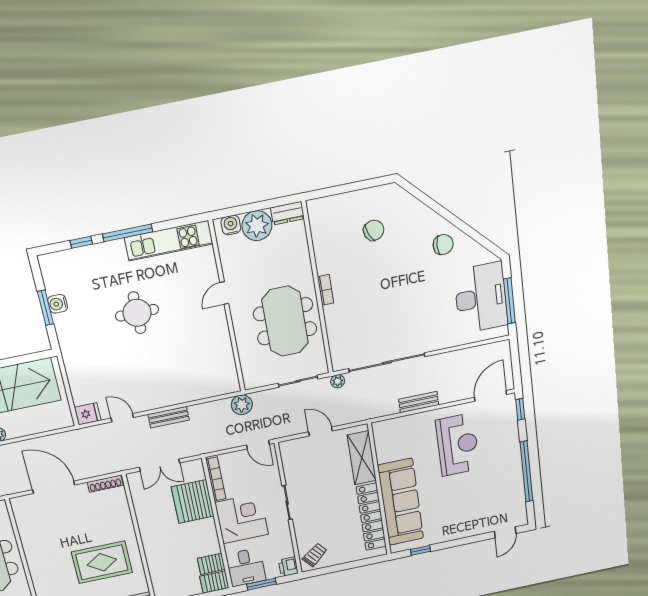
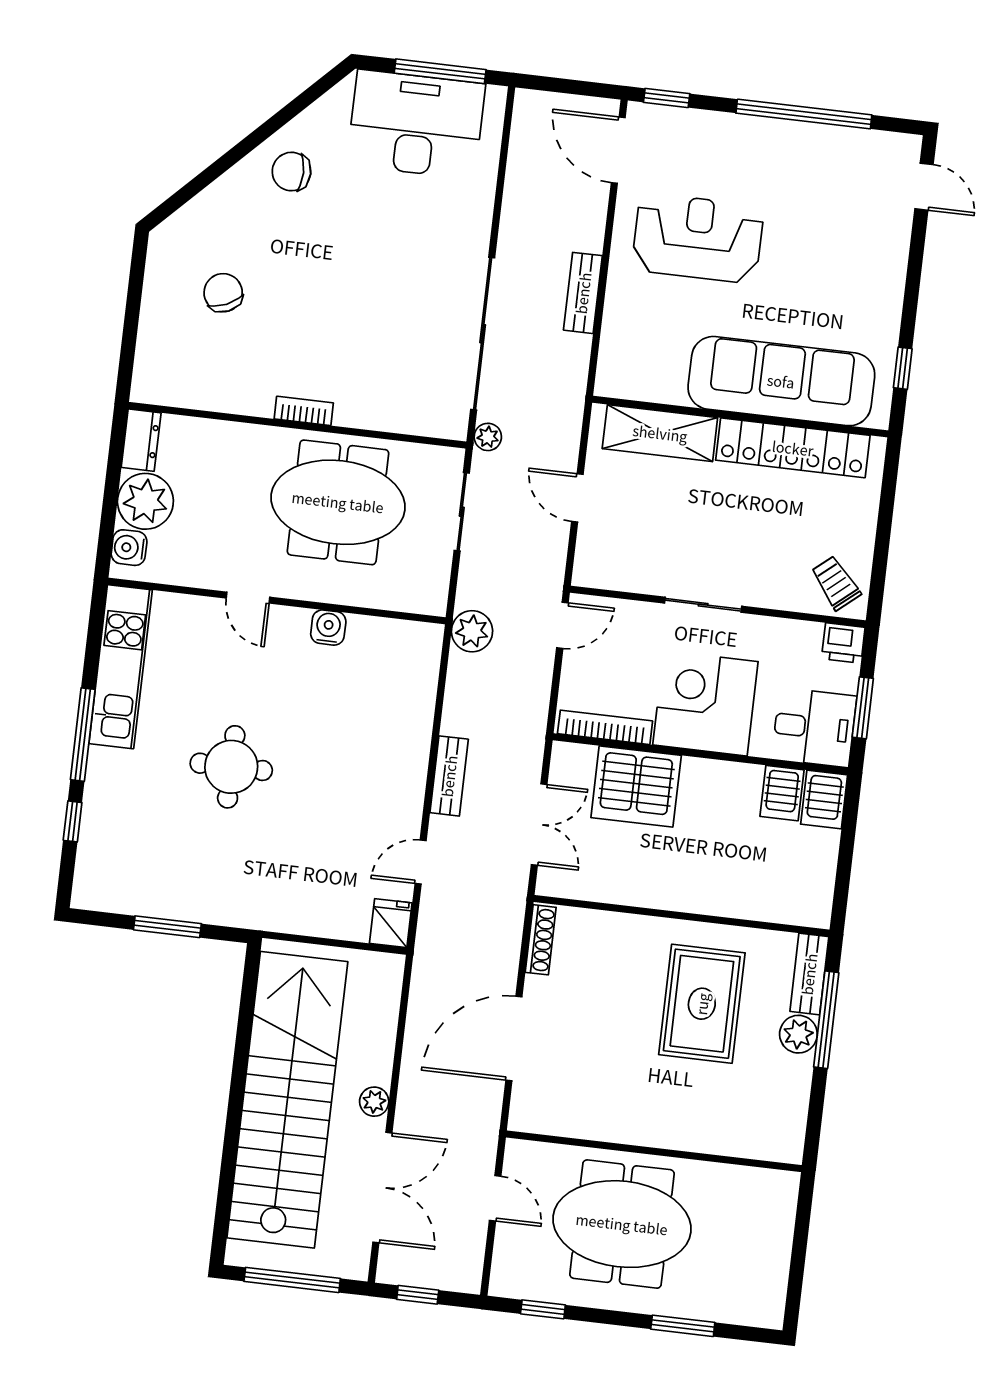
chair: (443, 245) -> (291, 172), turned -90
water cooler: (58, 304) -> (328, 628), moved, turned 180
door: (320, 431) -> (577, 498), hinge flipped

